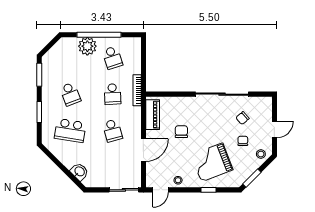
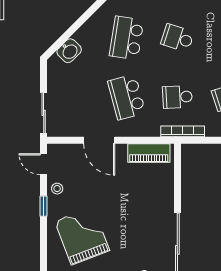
school desk: (70, 94) -> (177, 38), turned 39
school desk: (112, 131) -> (127, 97), width x1.85
chair: (181, 132) -> (125, 193), removed
window: (208, 190) -> (44, 206), moved

